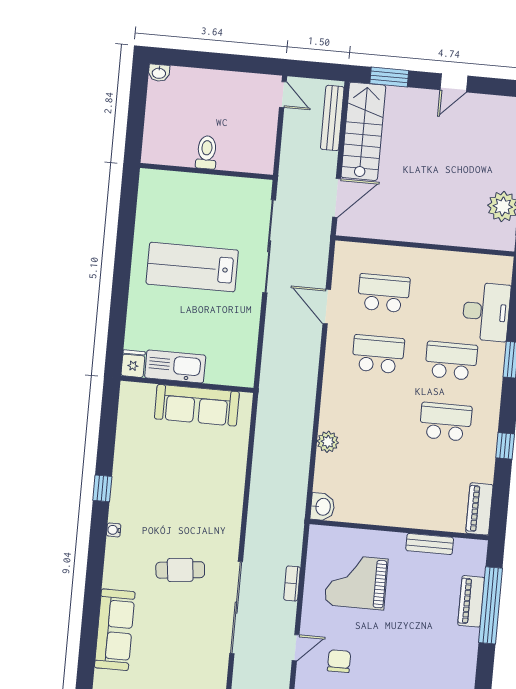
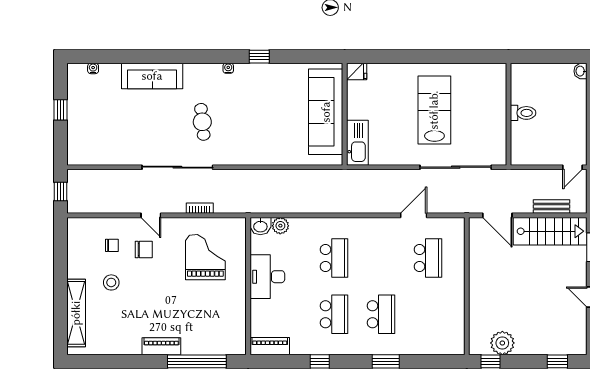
bench: (332, 118) -> (551, 207), width x0.73
desk: (486, 312) -> (267, 277), moved, turned 90
school desk: (378, 354) -> (334, 258), moved
kitchen sink: (175, 366) -> (357, 143), moved
sofa: (197, 405) -> (326, 112), width x1.36, depth x1.27
plant: (328, 442) -> (280, 226), moved
bench: (430, 544) -> (239, 311), removed
piano: (471, 601) -> (161, 346), moved

